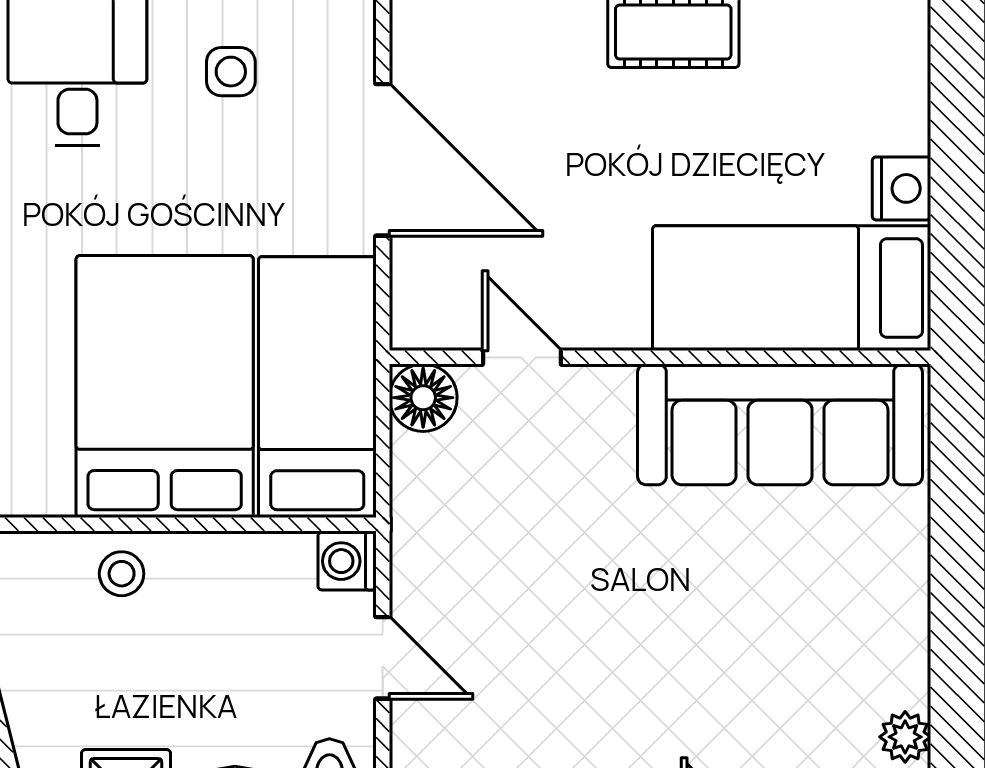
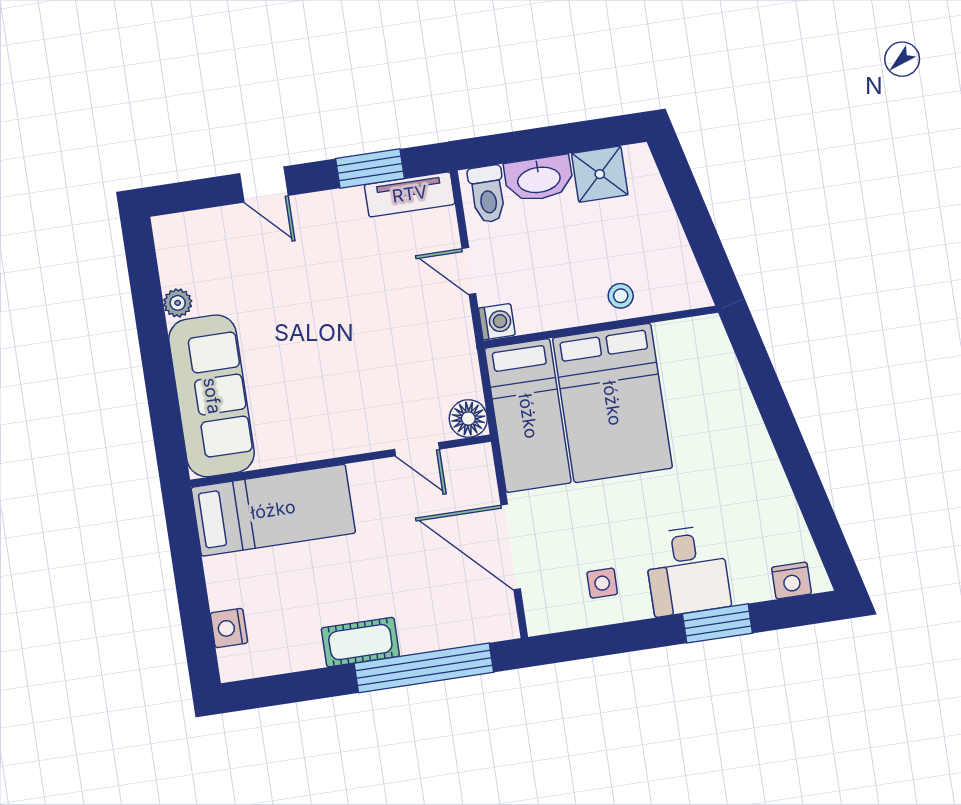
nightstand: (902, 188) -> (229, 628), moved
sofa: (780, 424) -> (212, 396), moved, turned 90
plant: (905, 737) -> (178, 303), moved

